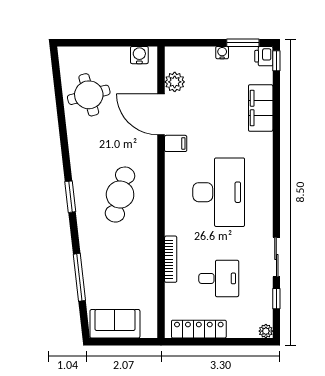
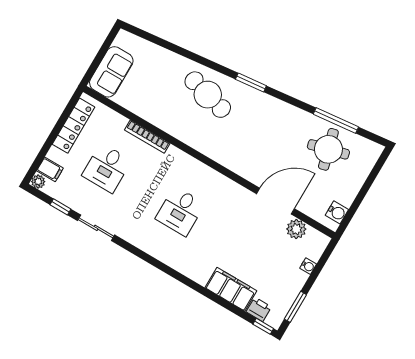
water cooler: (222, 53) -> (308, 266), moved
printer: (264, 56) -> (259, 309), moved
filing cabinet: (176, 143) -> (50, 169), moved, turned -90
desk: (219, 192) -> (180, 211), width x0.53, depth x0.77
cafe table: (120, 195) -> (208, 95), moved
window: (79, 277) -> (336, 120), moved
sofa: (115, 324) -> (111, 72), moved

